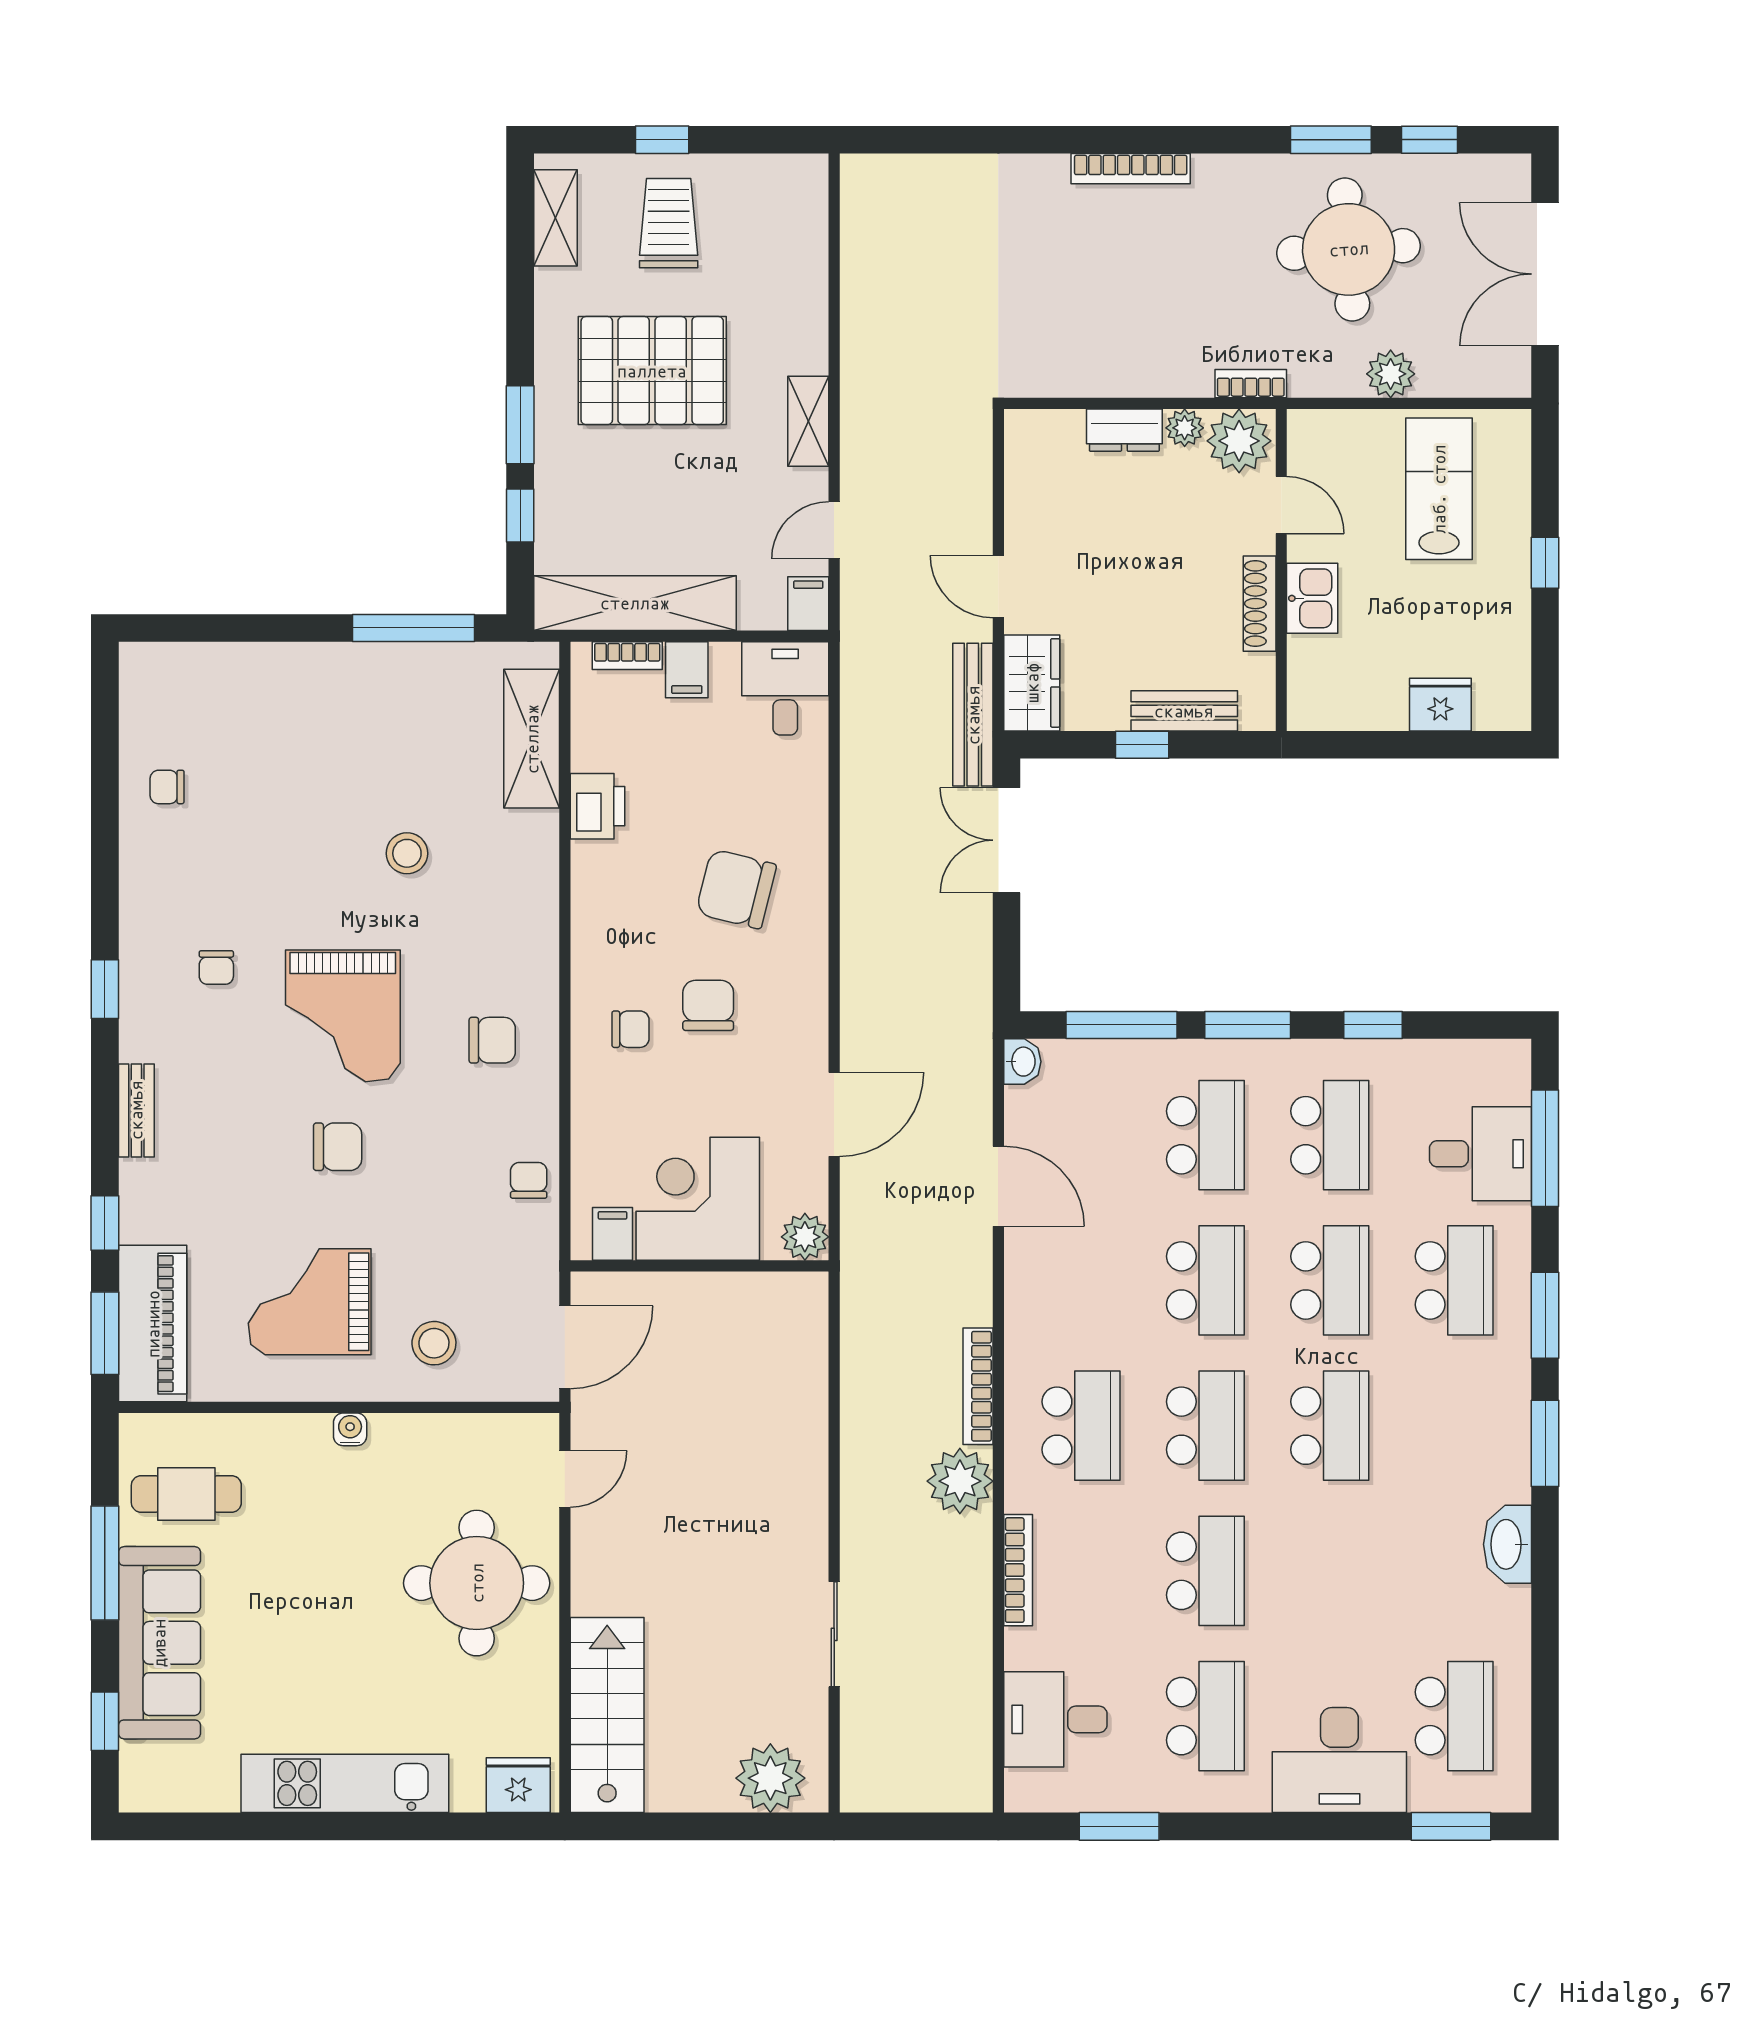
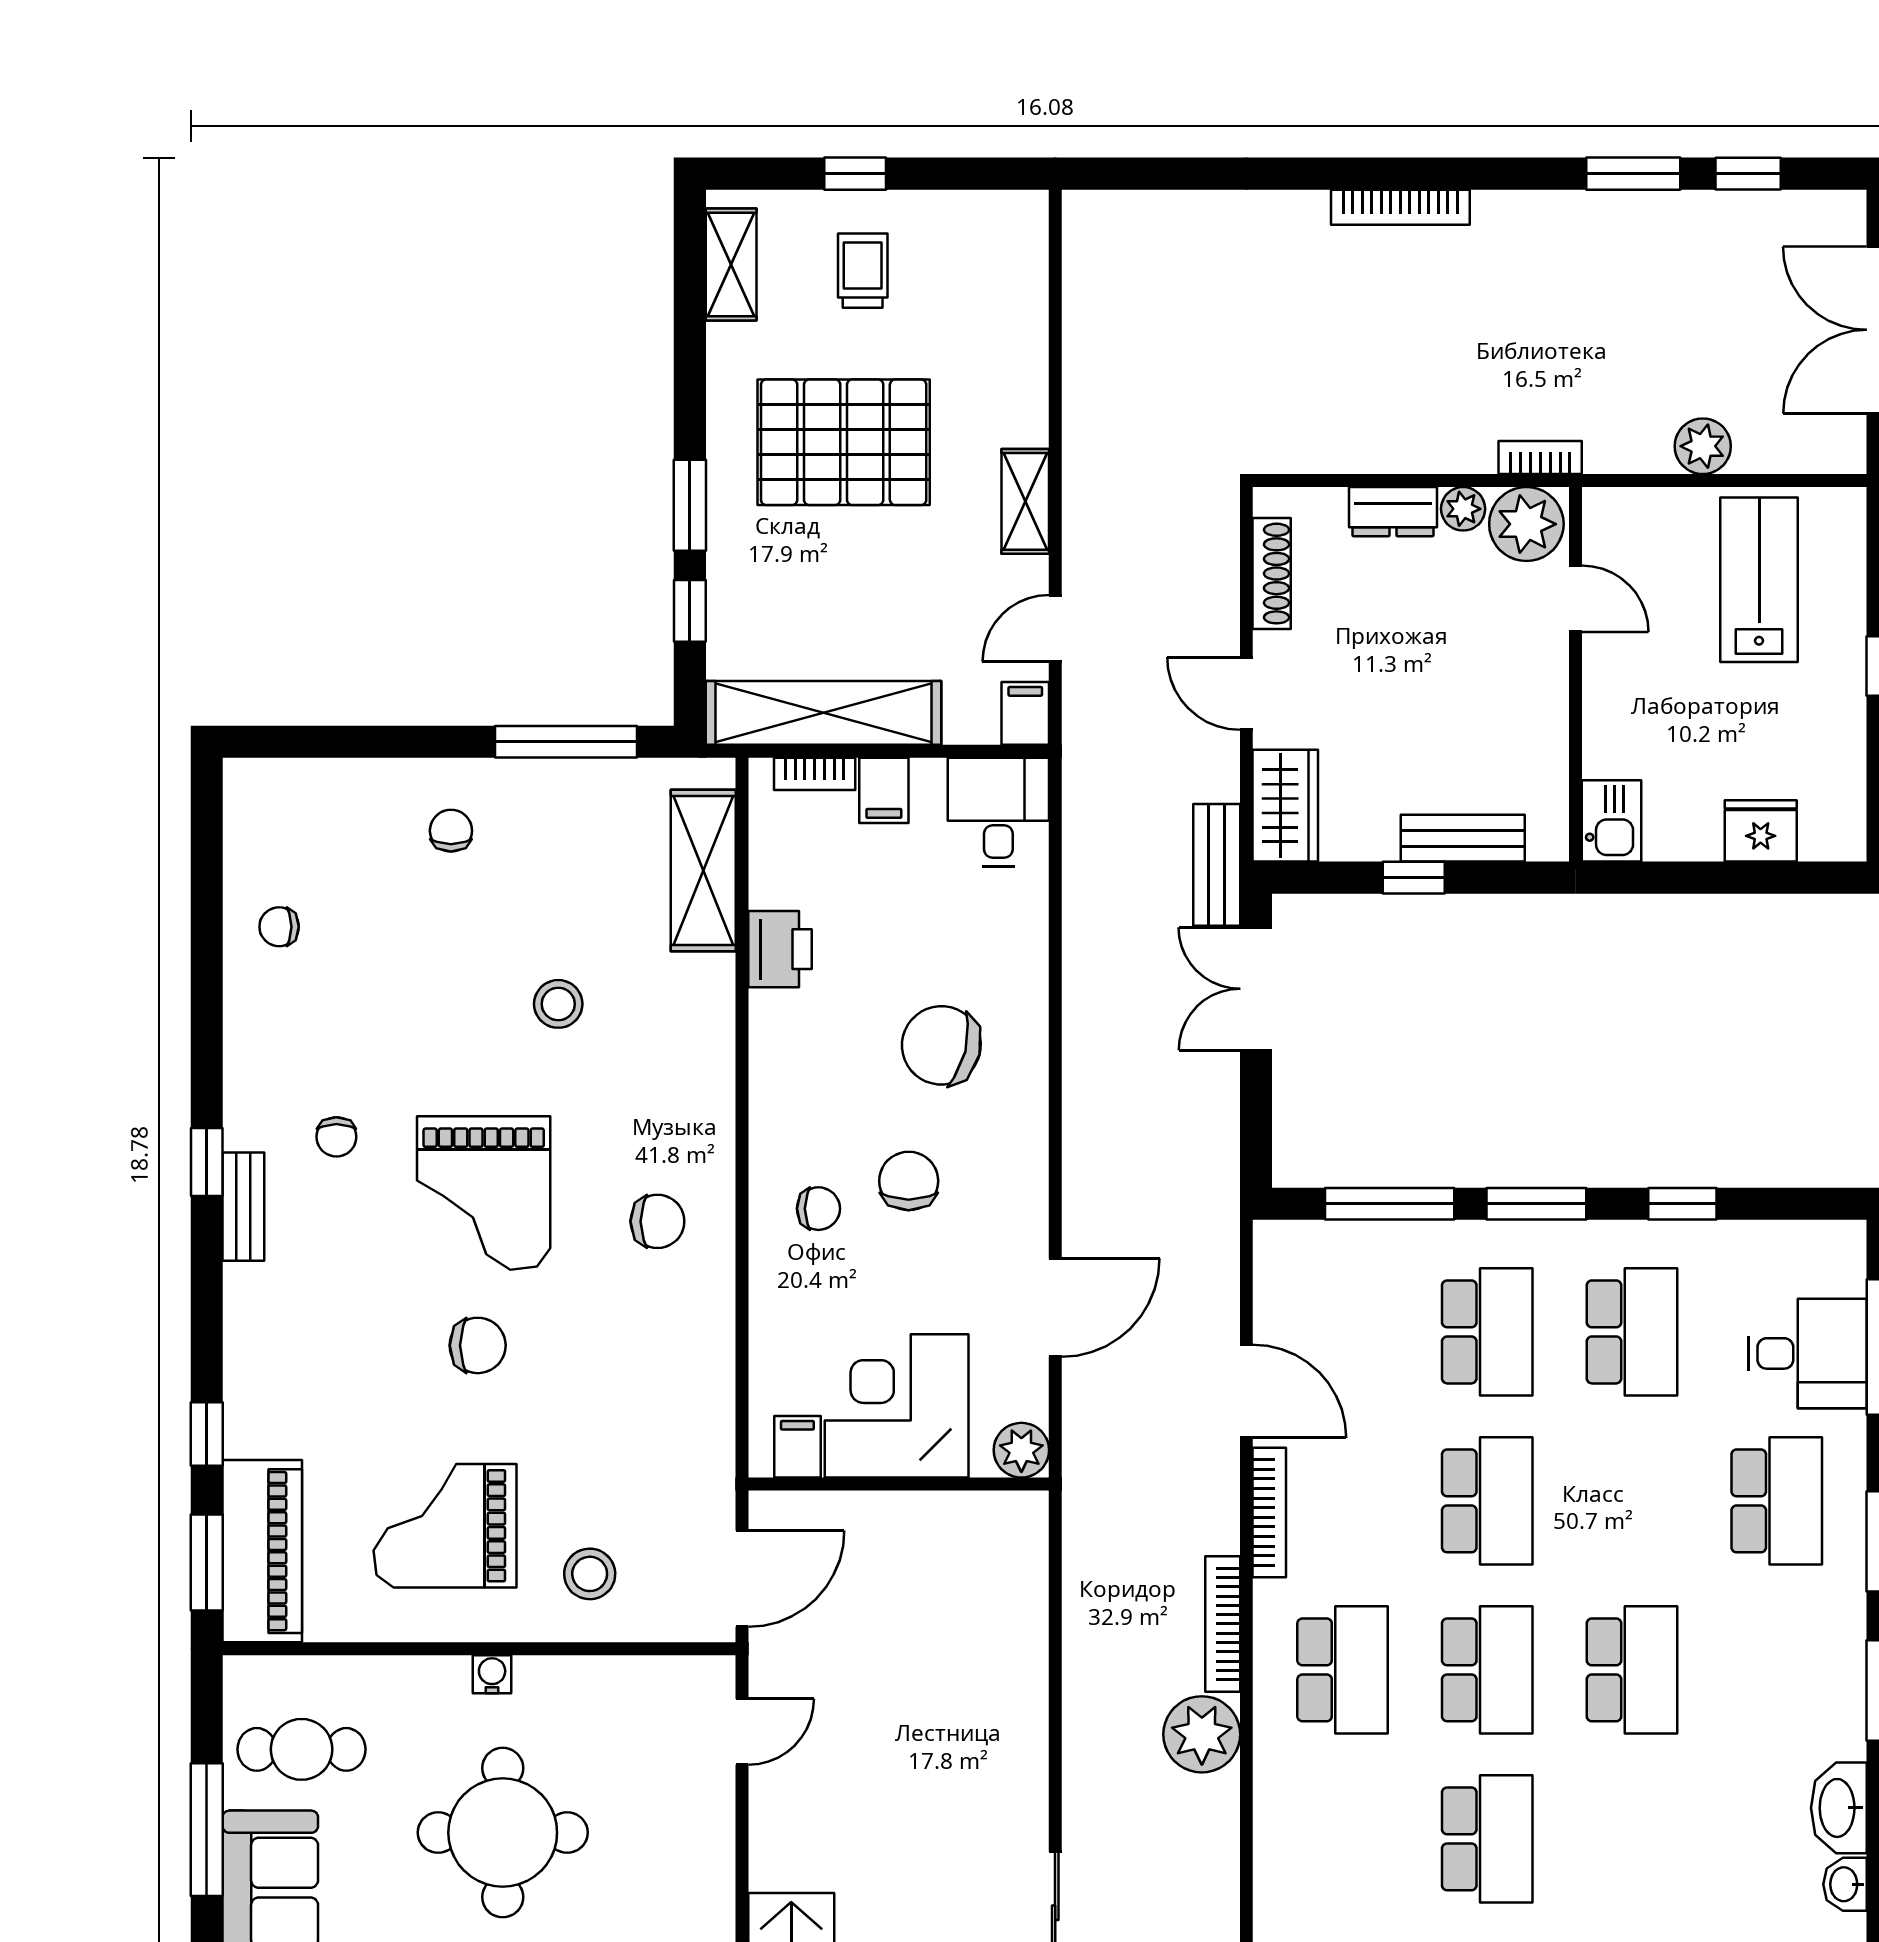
trolley: (669, 223) -> (863, 271), width x0.73, depth x0.72
round table: (1349, 249) -> (1654, 301), removed
kitchen sink: (1312, 598) -> (1612, 821), moved
shoe rack: (1260, 604) -> (1272, 574), moved, turned 180
bench: (973, 715) -> (1217, 865), width x0.73
washbasin: (1022, 1062) -> (1845, 1884), moved, turned 180
bench: (136, 1110) -> (243, 1207), moved
chair: (529, 1180) -> (451, 831), moved
school desk: (1330, 1280) -> (1632, 1501), removed
bookcase: (1018, 1570) -> (1269, 1512), moved
round table: (477, 1583) -> (503, 1833), moved

